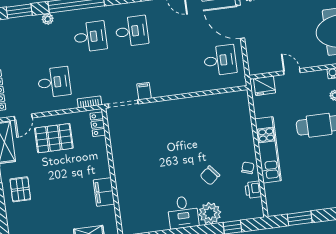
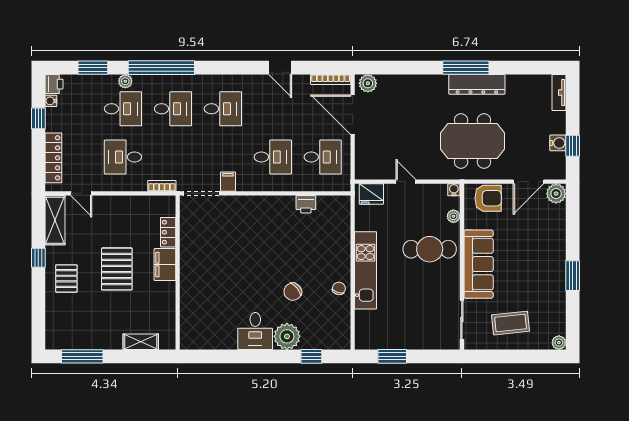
desk: (49, 42) -> (123, 109), added
desk: (179, 66) -> (273, 157), added
desk: (54, 82) -> (123, 157), turned 180
door: (23, 117) -> (81, 193), hinge flipped
locker: (98, 124) -> (168, 232), moved
pallet: (54, 138) -> (117, 269), moved, turned 90
printer: (253, 190) -> (306, 204), moved, turned -90
filing cabinet: (104, 192) -> (165, 265), moved

